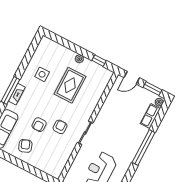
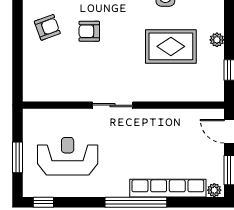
row of seats: (150, 116) -> (168, 188), width x2.02
armchair: (60, 127) -> (102, 64), removed

